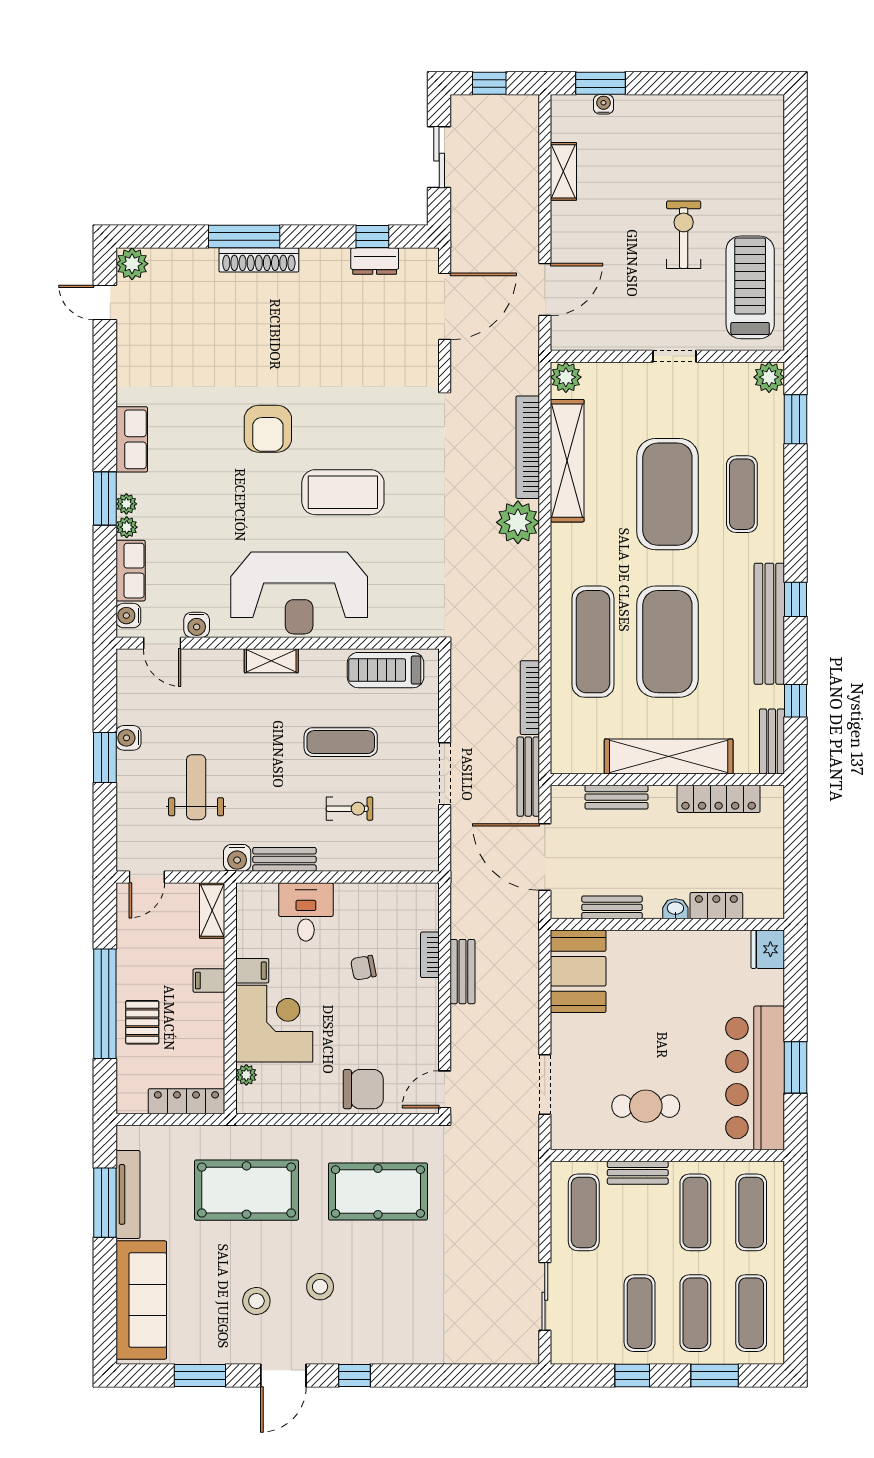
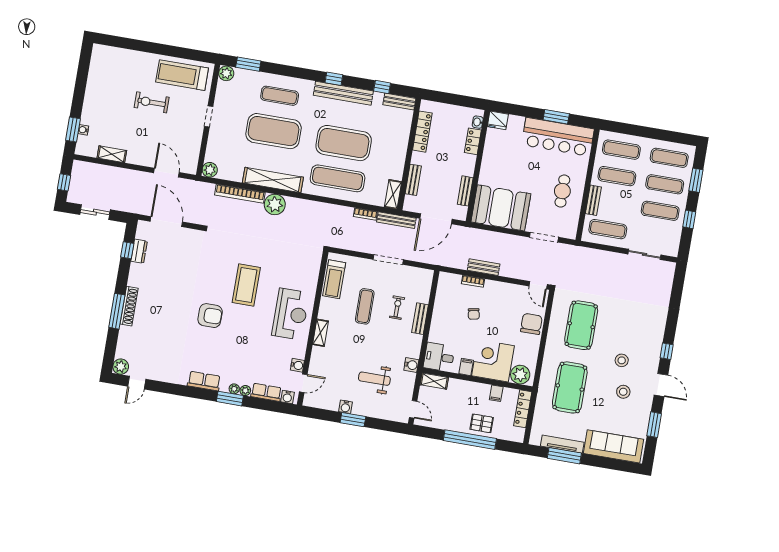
shelving: (567, 461) -> (273, 180), moved
reception desk: (299, 593) -> (291, 314), width x0.74, depth x0.77
bookcase: (530, 698) -> (365, 214), width x0.64
shelving: (669, 756) -> (393, 194), moved, width x0.45, depth x0.75
bench: (284, 859) -> (420, 319), moved
washbasin: (675, 909) -> (478, 122), moved
desk: (306, 912) -> (439, 357), moved
booth: (578, 971) -> (501, 208), width x1.36, depth x1.42
filing cabinet: (209, 981) -> (496, 393), moved
plant: (246, 1075) -> (520, 375), width x1.88, depth x1.88

